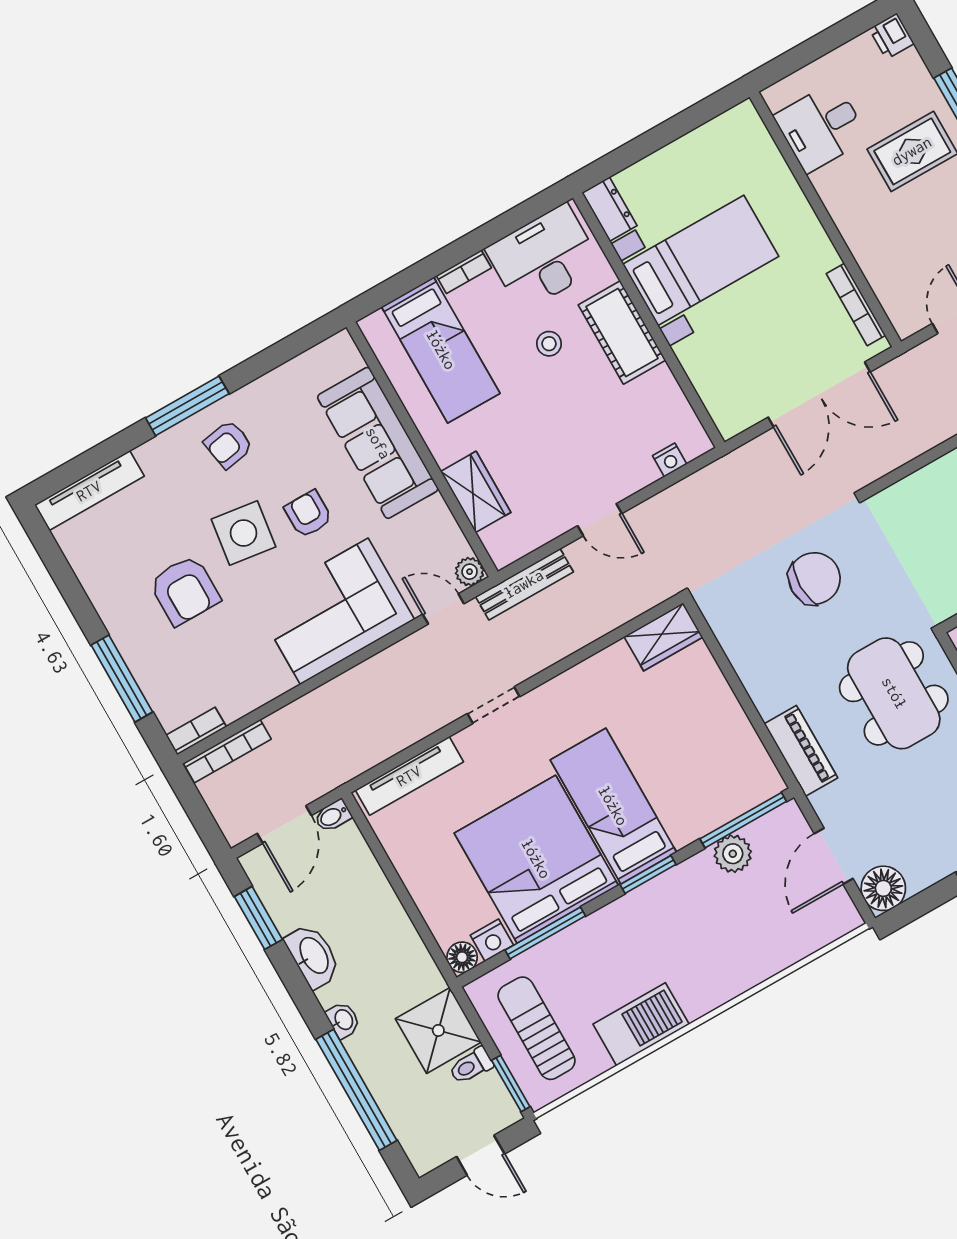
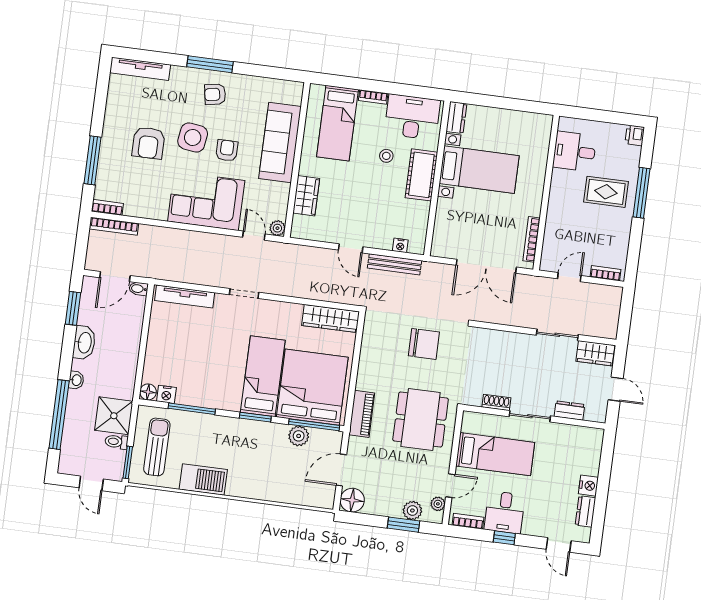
bench: (524, 584) -> (394, 264), moved
wardrobe: (663, 637) -> (331, 319), width x1.50
bed: (536, 859) -> (312, 387), moved

